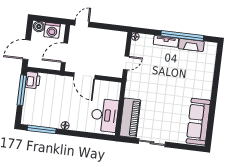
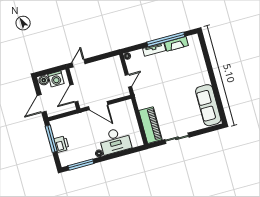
printer: (33, 80) -> (62, 144), moved
desk: (105, 115) -> (115, 141), moved, turned 90

